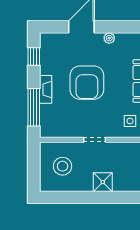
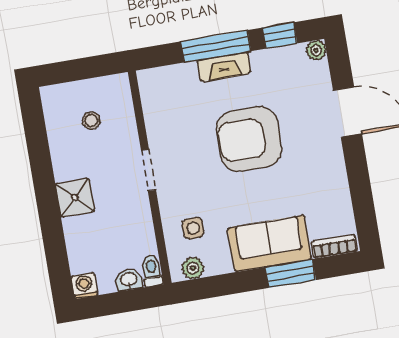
plant: (109, 38) -> (316, 50), moved
window: (34, 107) -> (216, 46), moved
stool: (63, 166) -> (91, 120), width x0.53, depth x0.53

